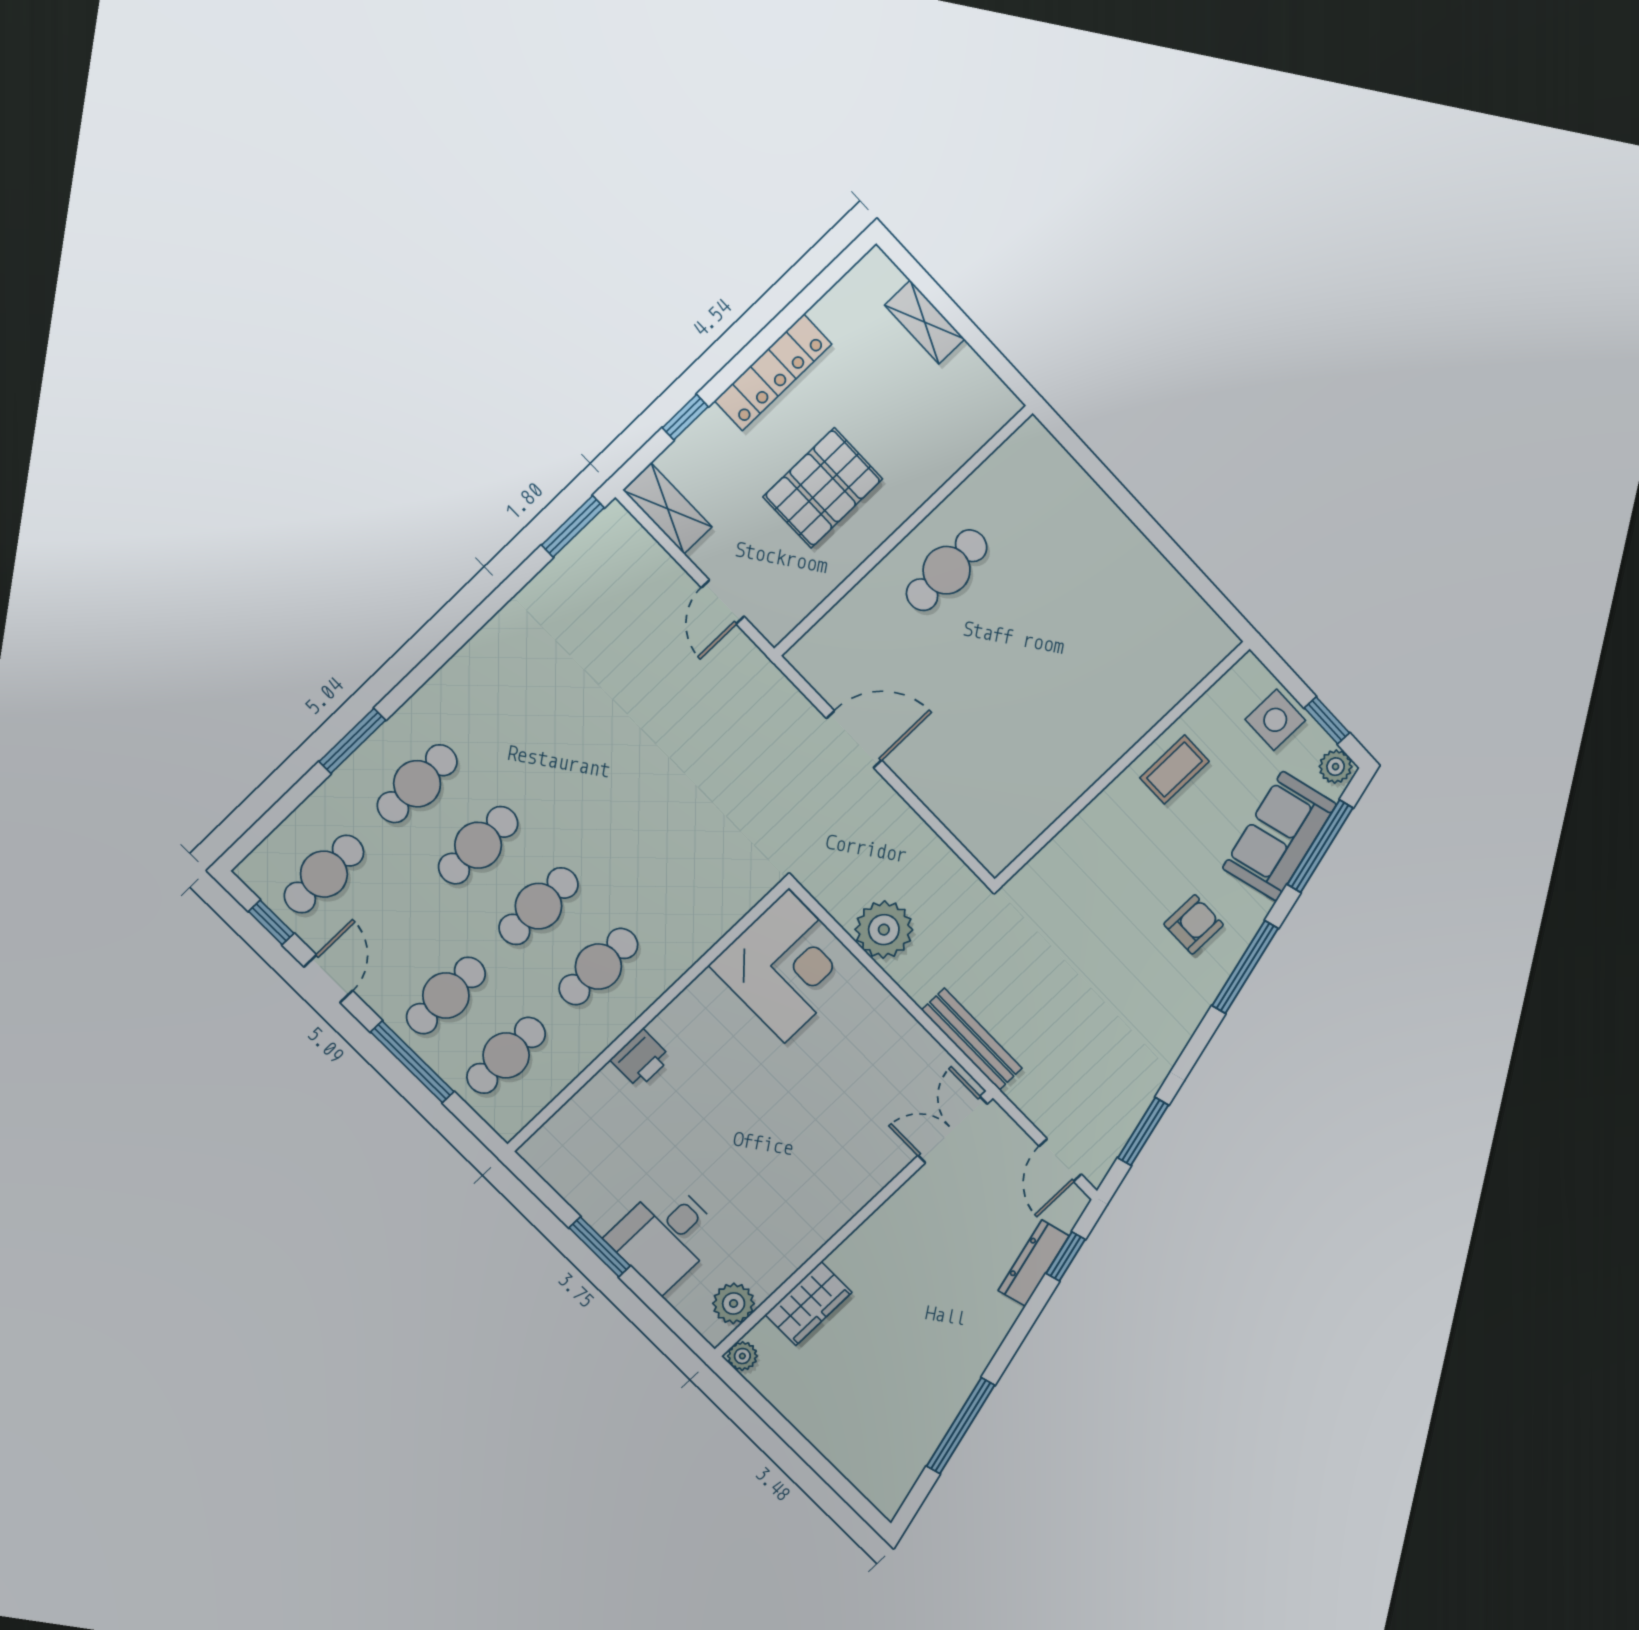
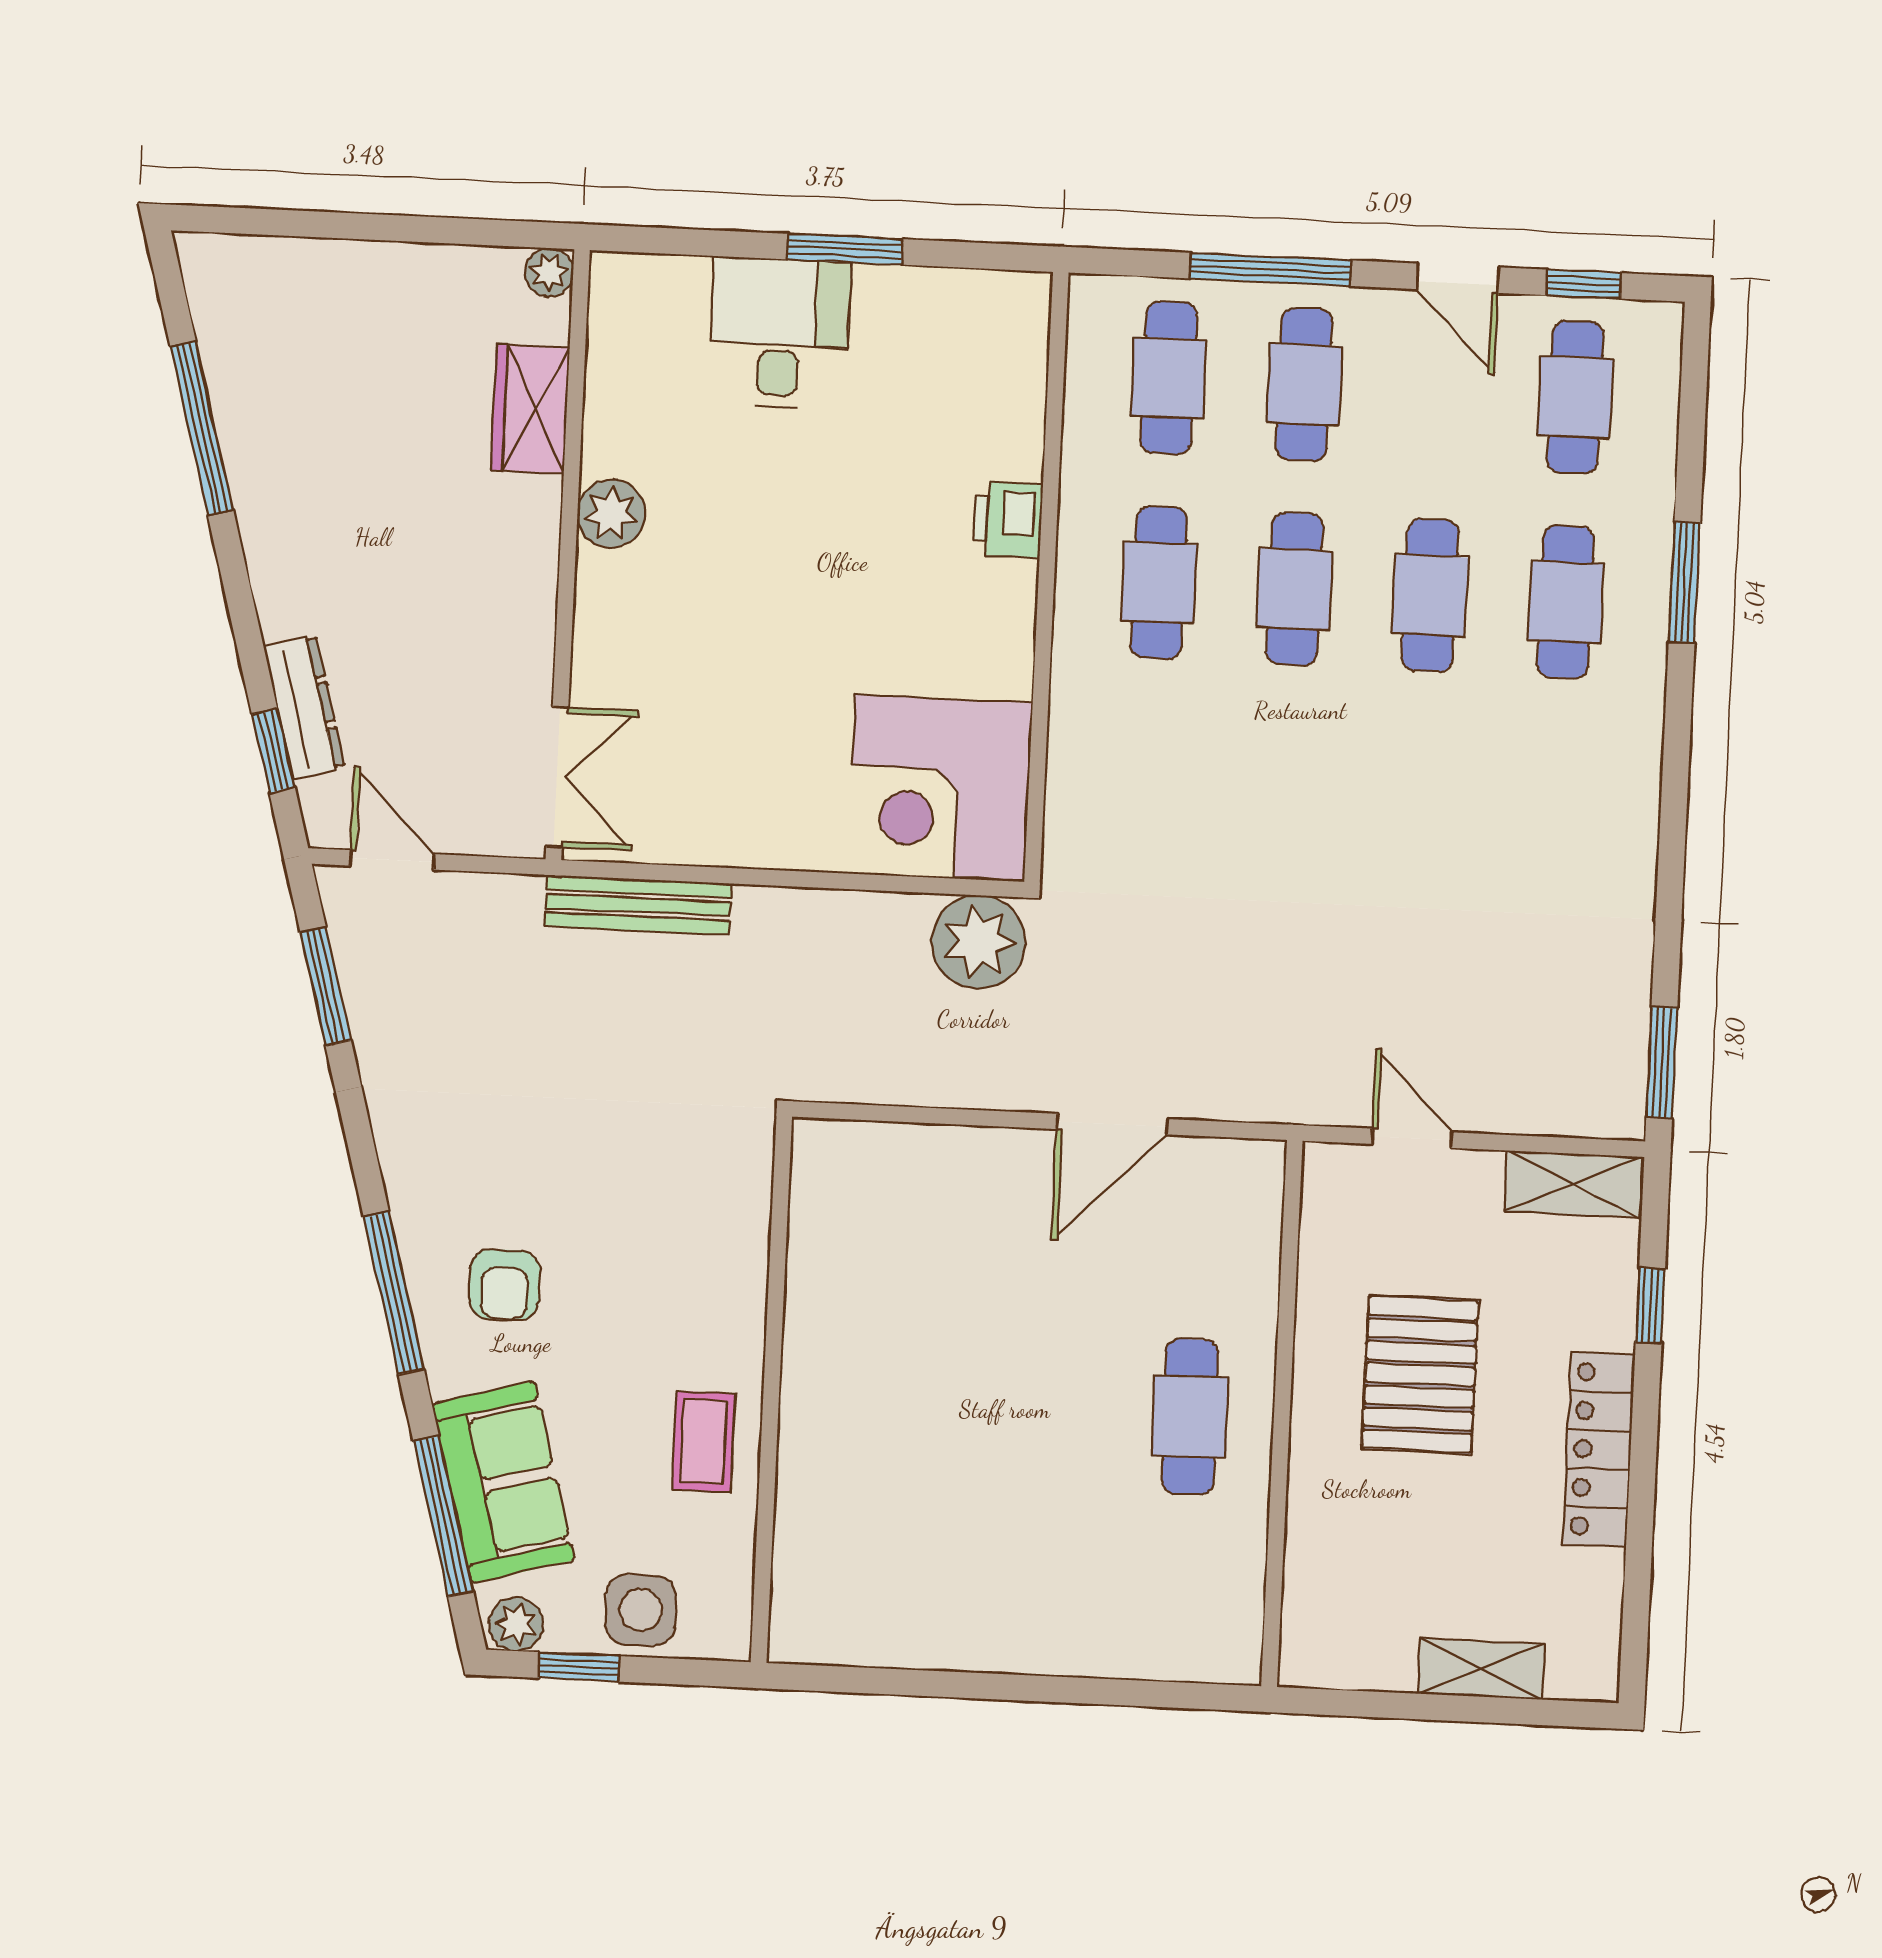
plant: (884, 930) -> (979, 942), moved
plant: (734, 1303) -> (611, 514), moved

